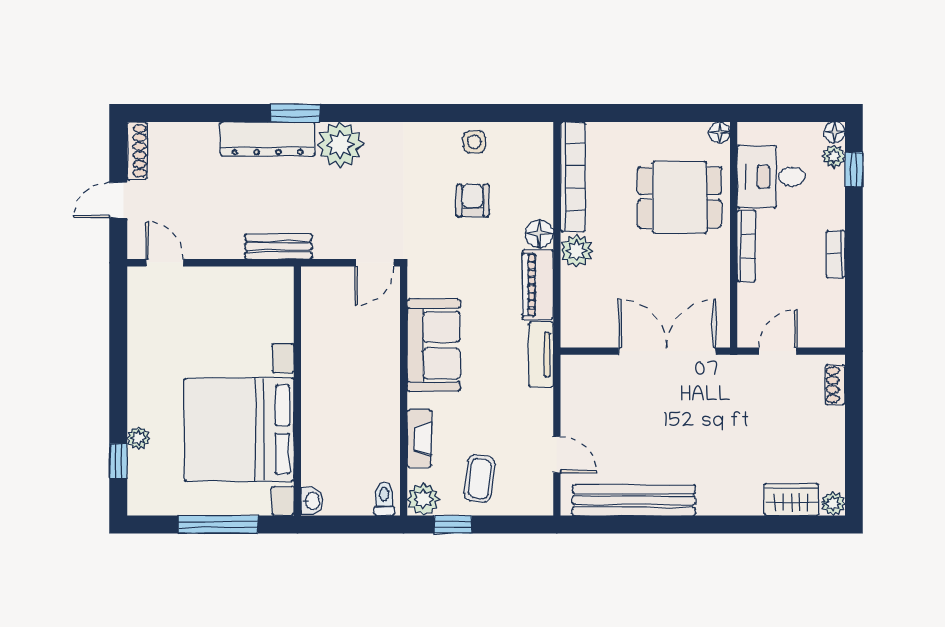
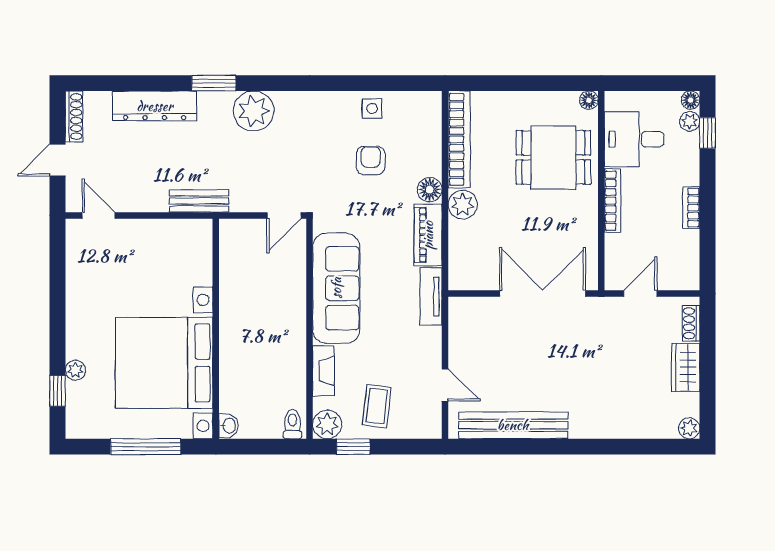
dresser: (267, 139) -> (155, 106), moved
sofa: (434, 345) -> (336, 288), width x1.36
wardrobe: (791, 500) -> (686, 367), moved, turned -90

